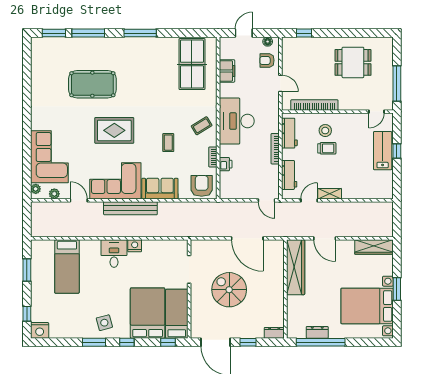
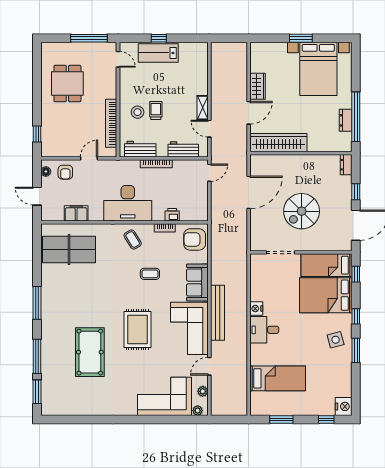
wardrobe: (374, 247) -> (258, 86), moved, width x0.67

